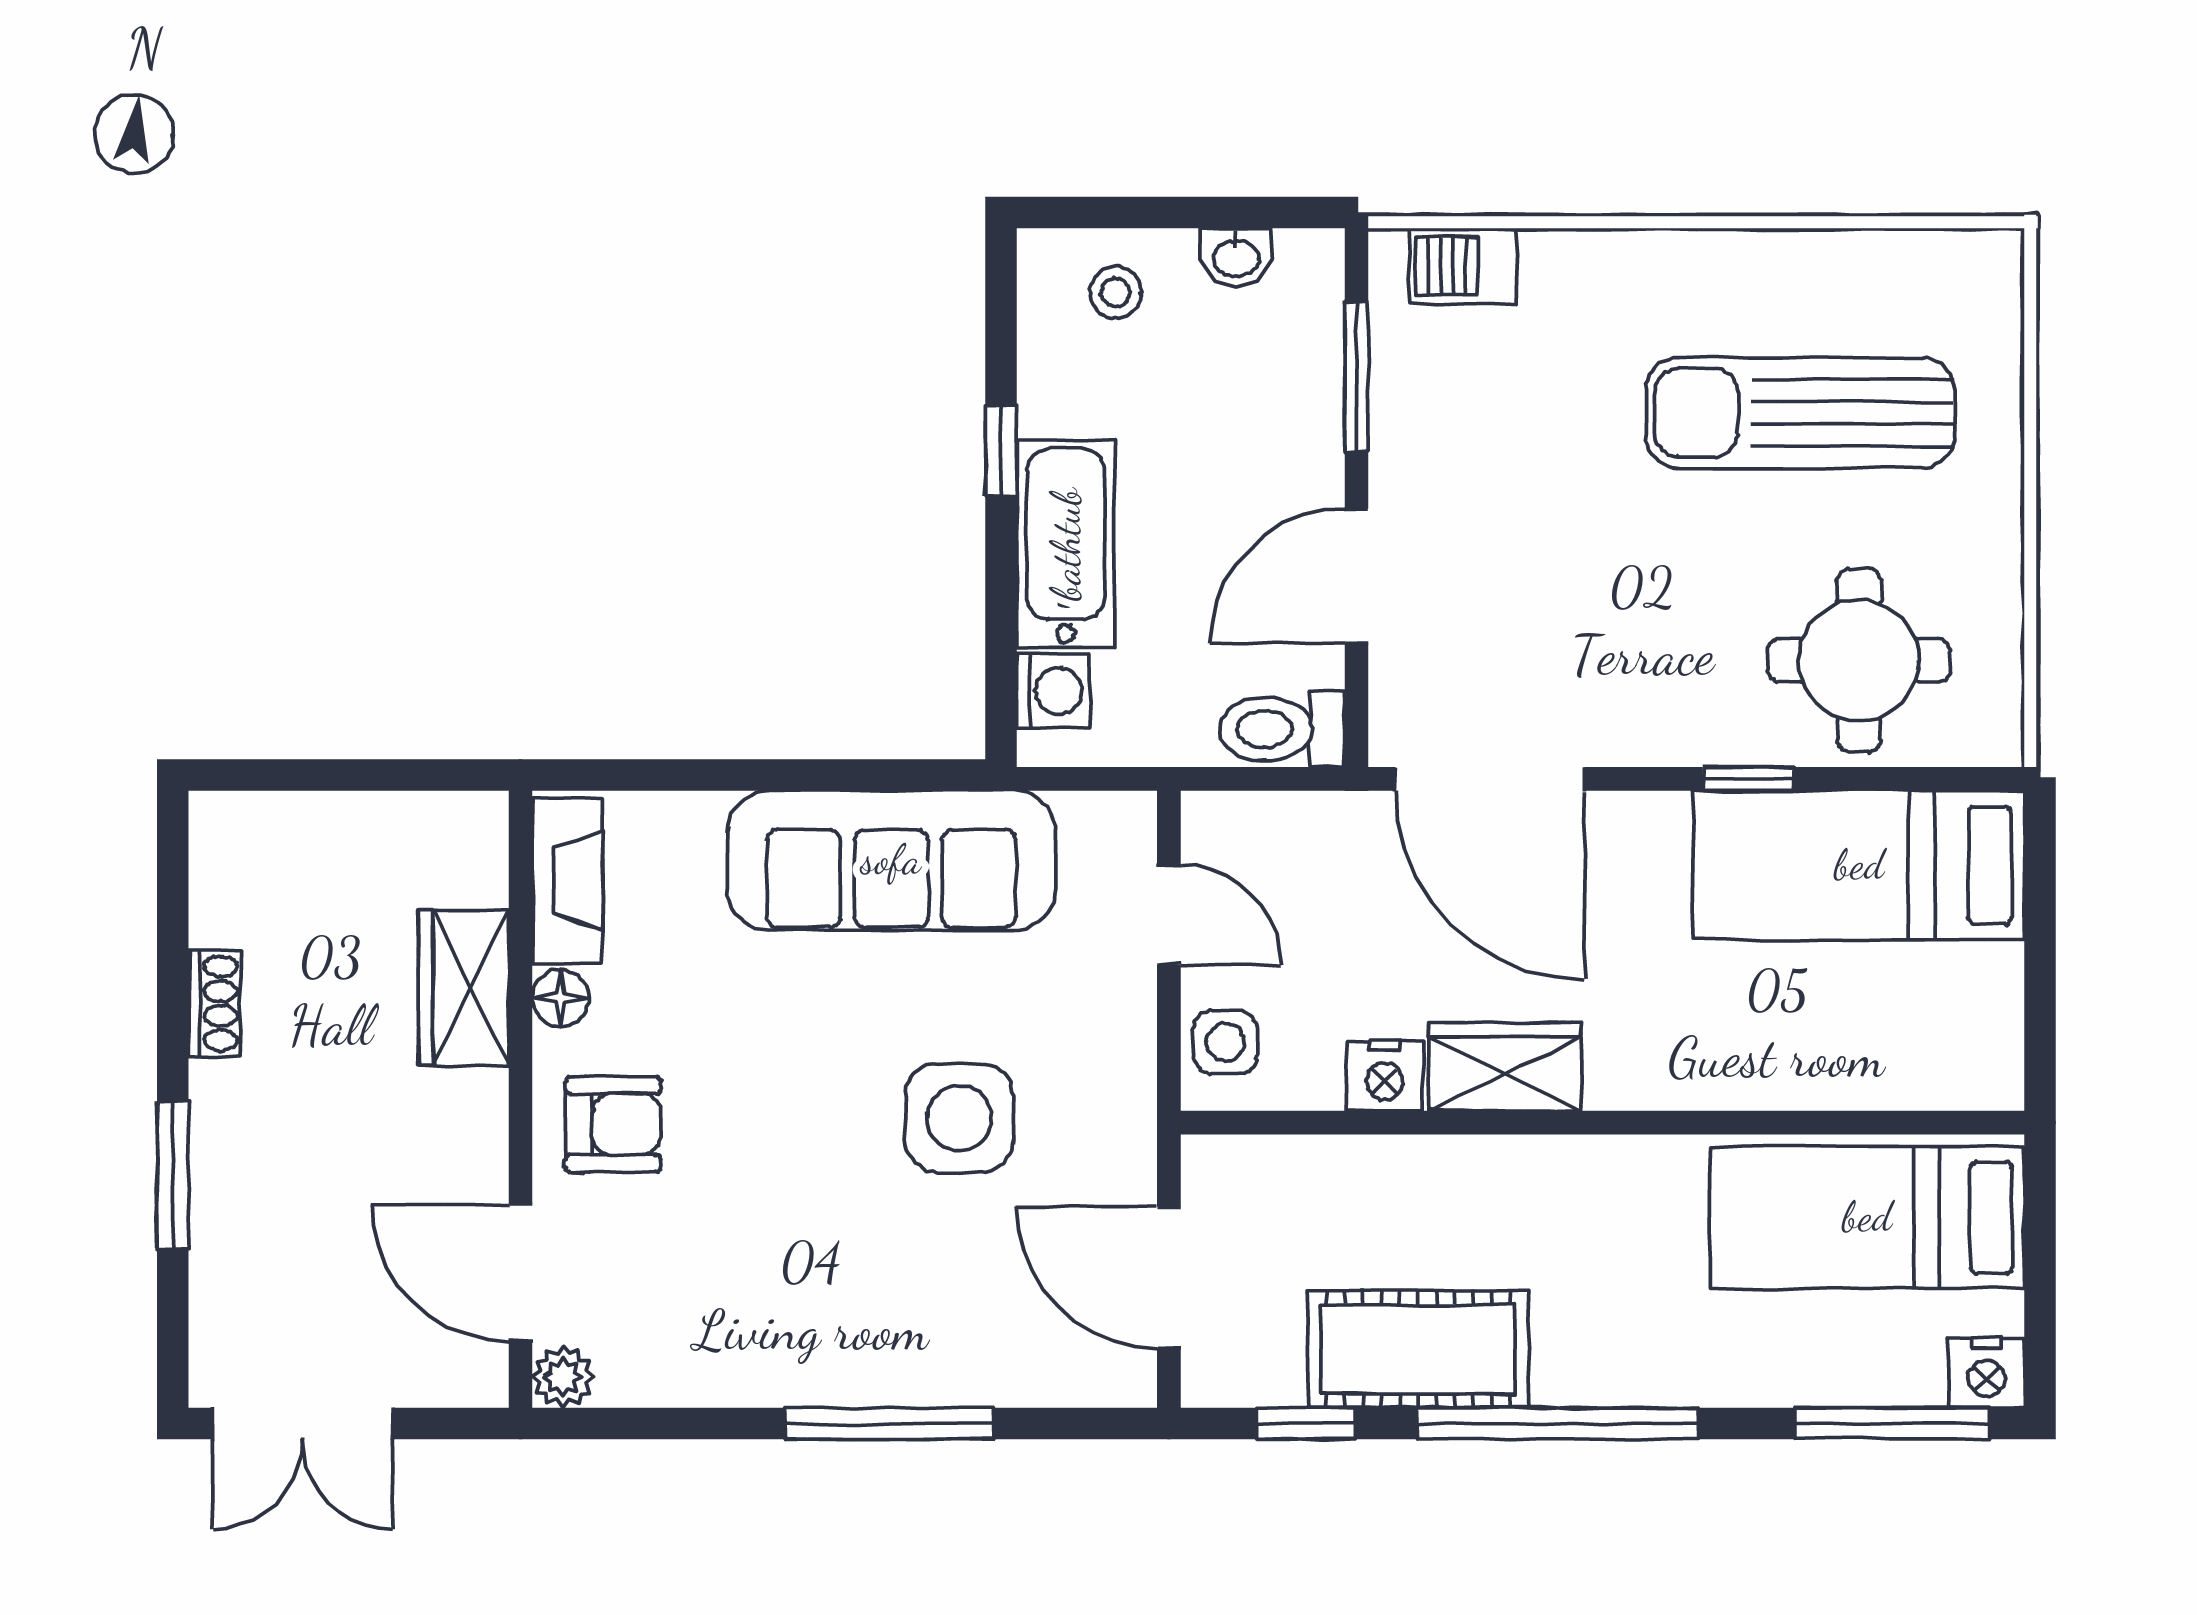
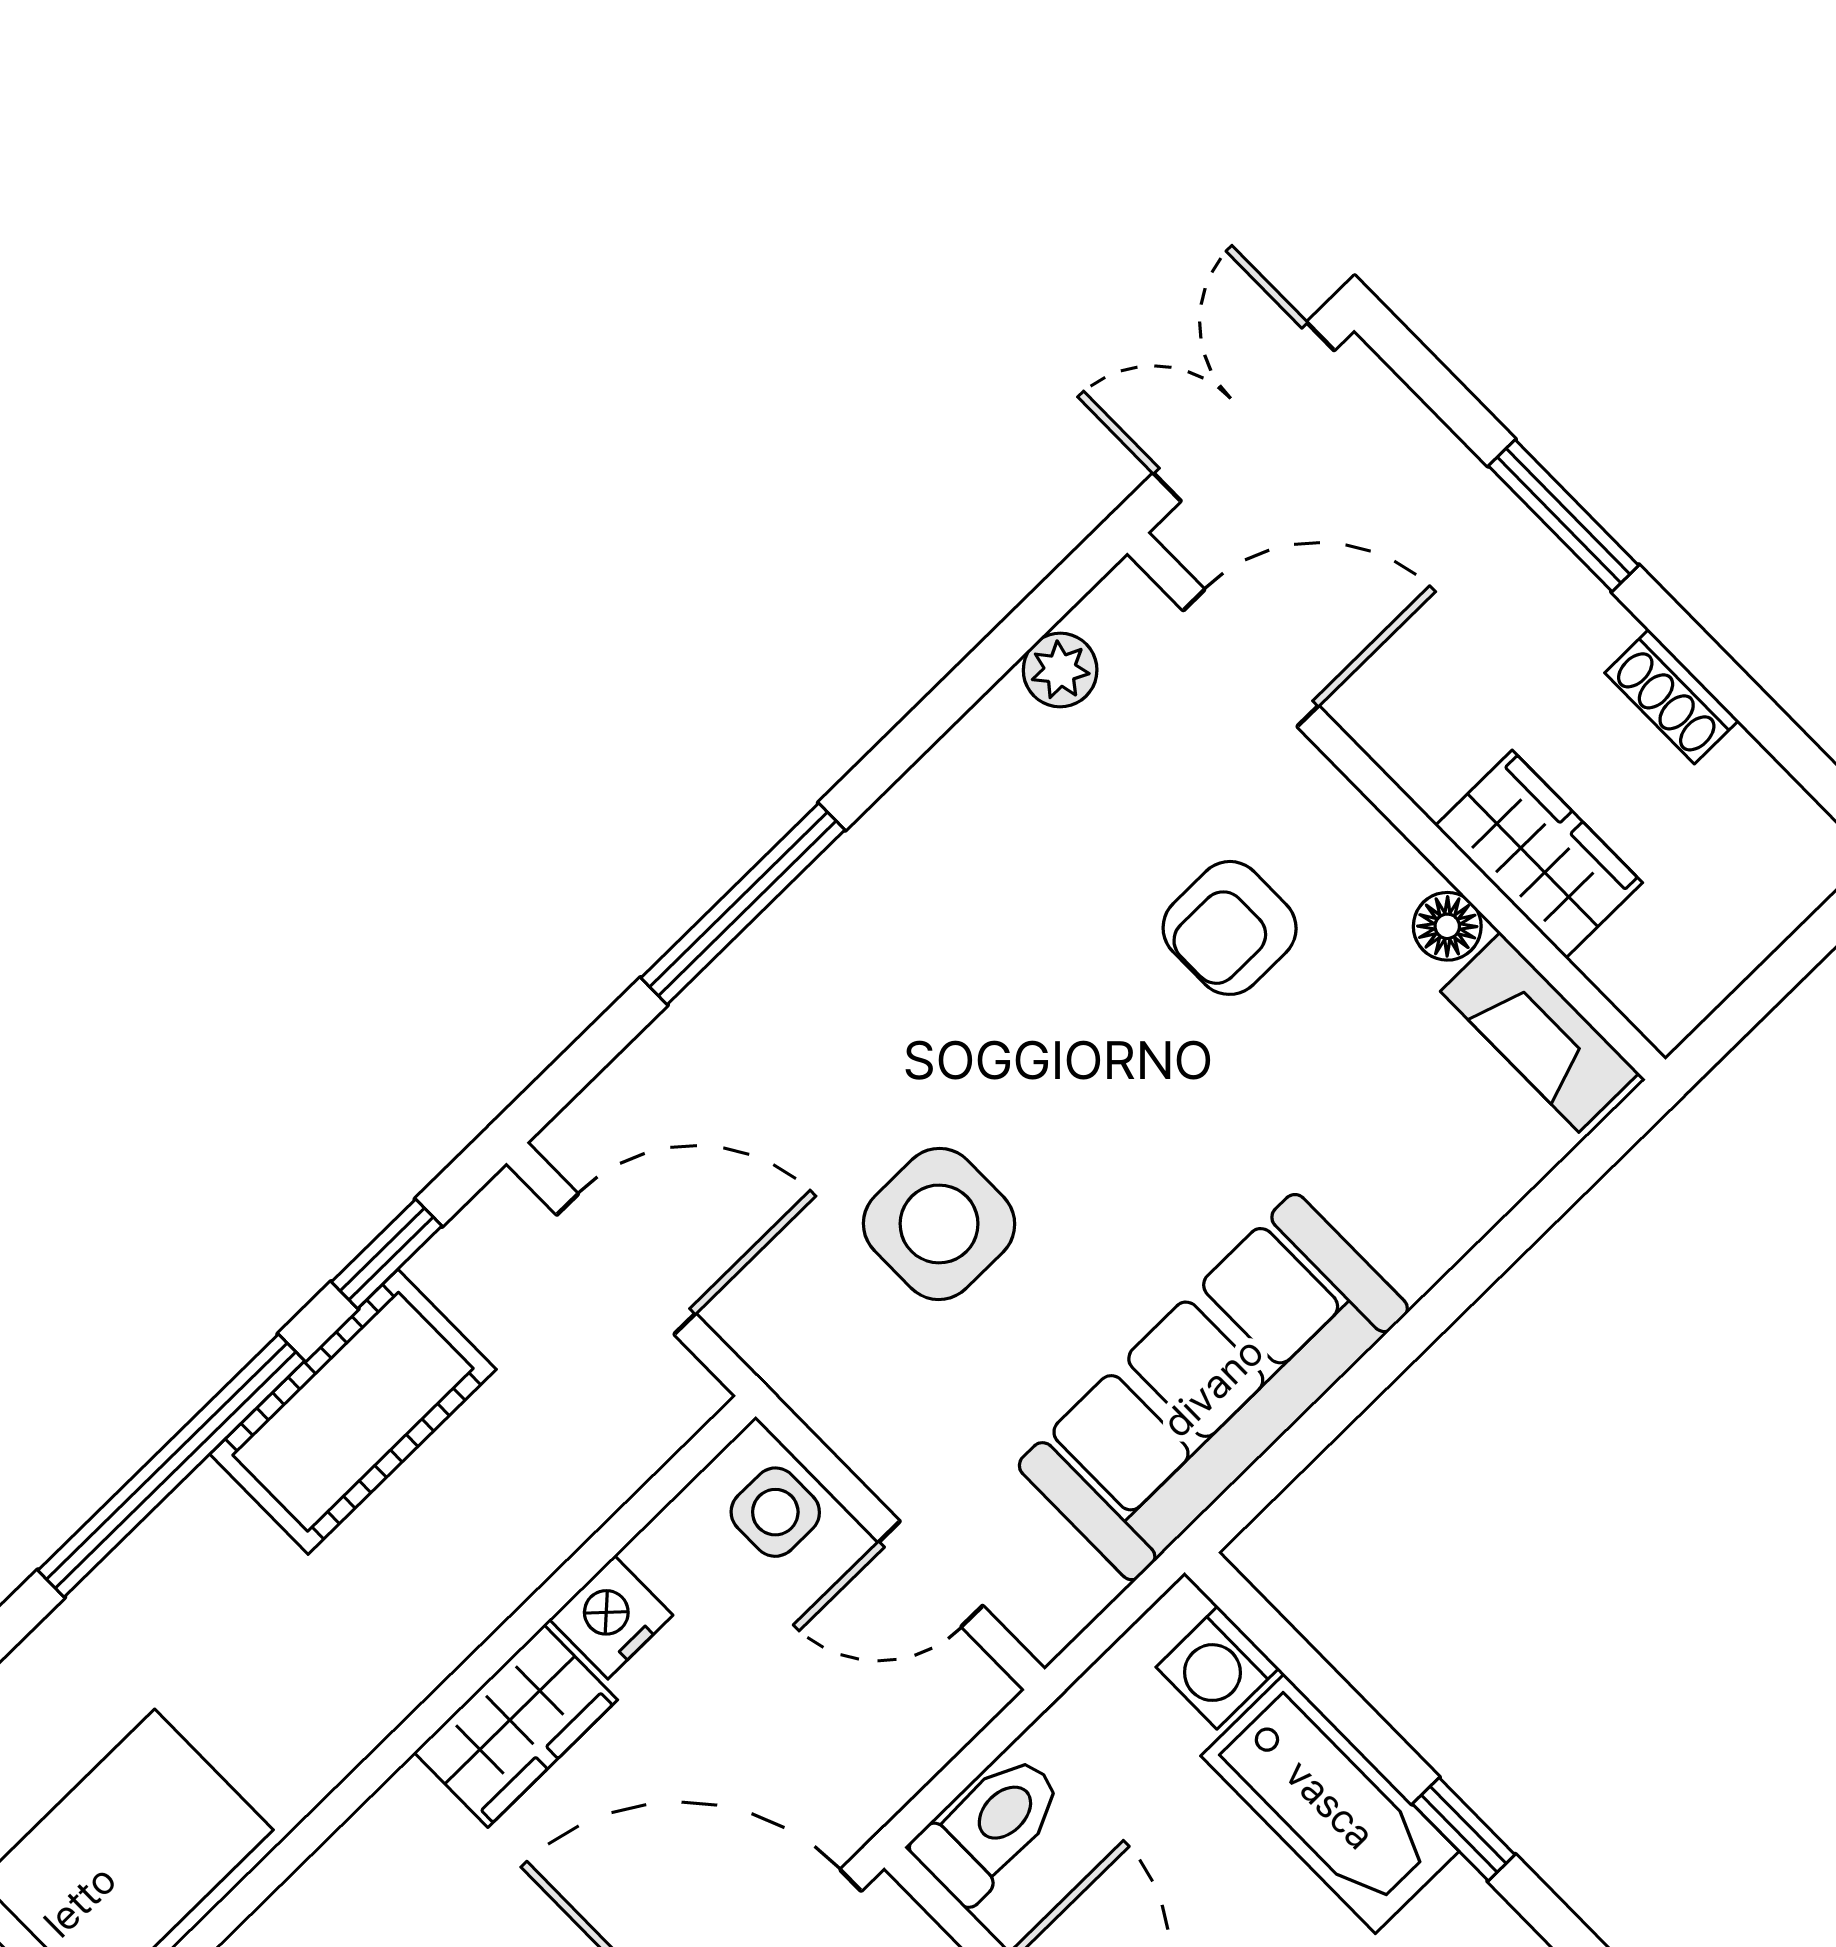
fireplace: (568, 881) -> (1540, 1032), moved
wardrobe: (464, 987) -> (1539, 854), moved
floor lamp: (561, 998) -> (1447, 926), moved
wall: (521, 1099) -> (1396, 806), moved
door: (521, 1273) -> (1251, 658), moved

